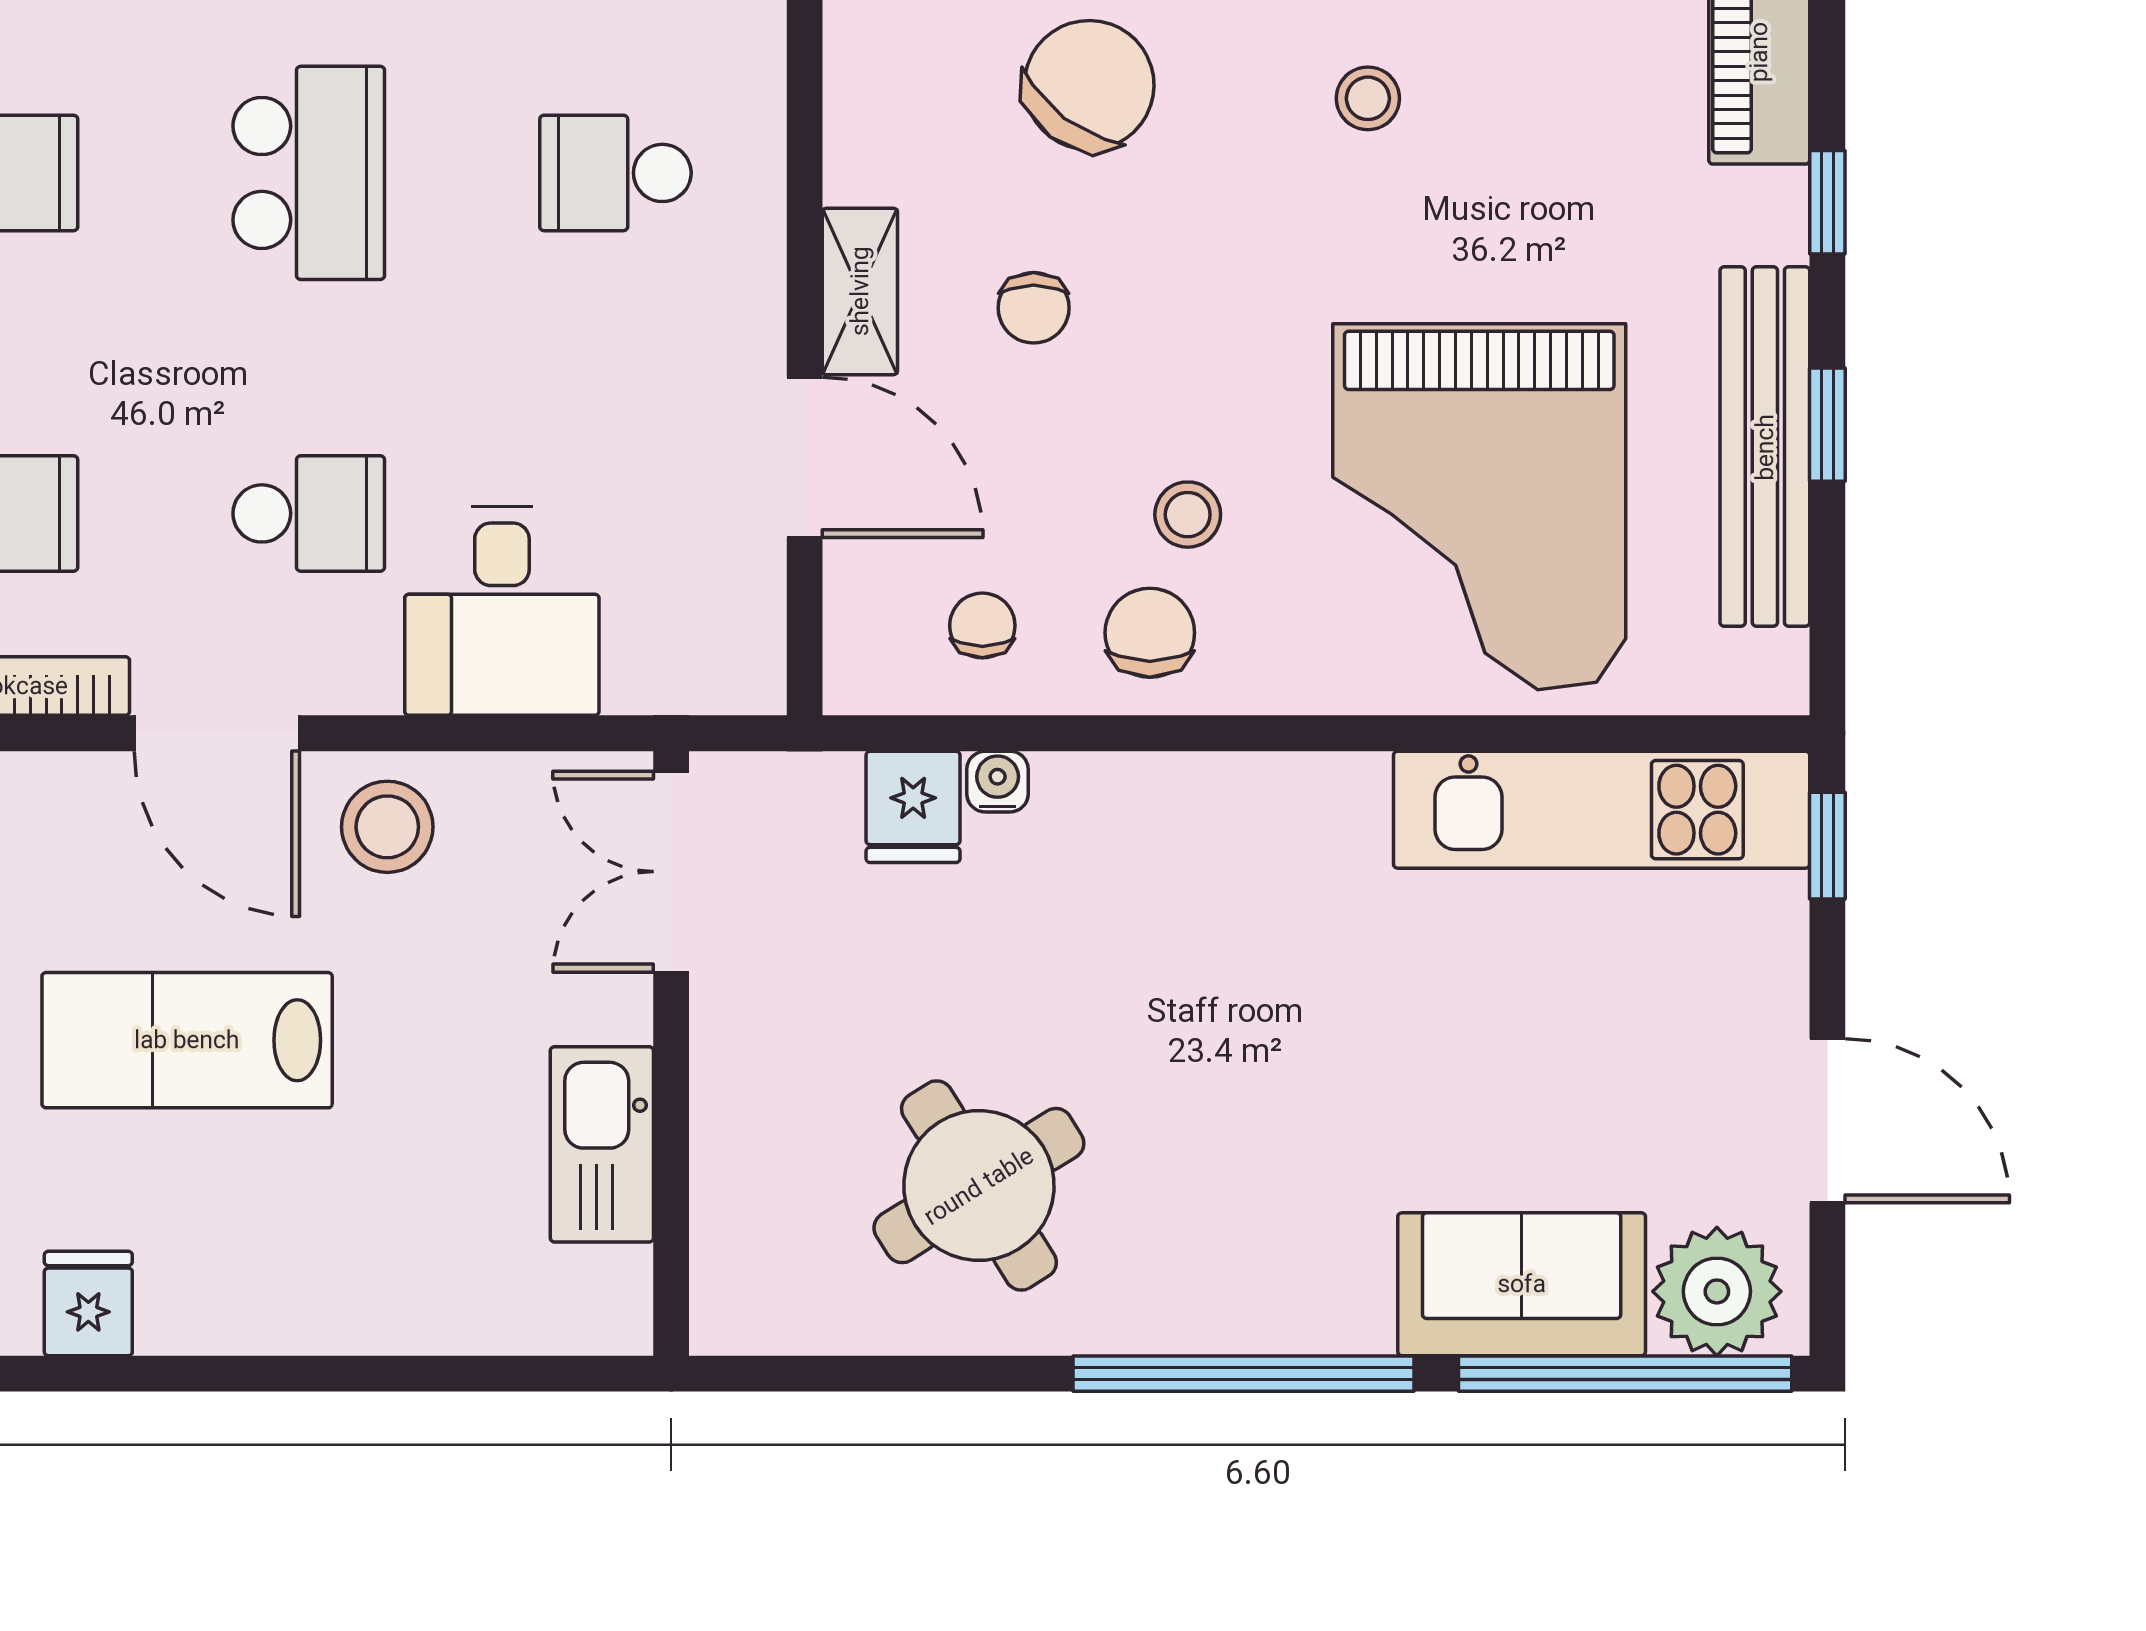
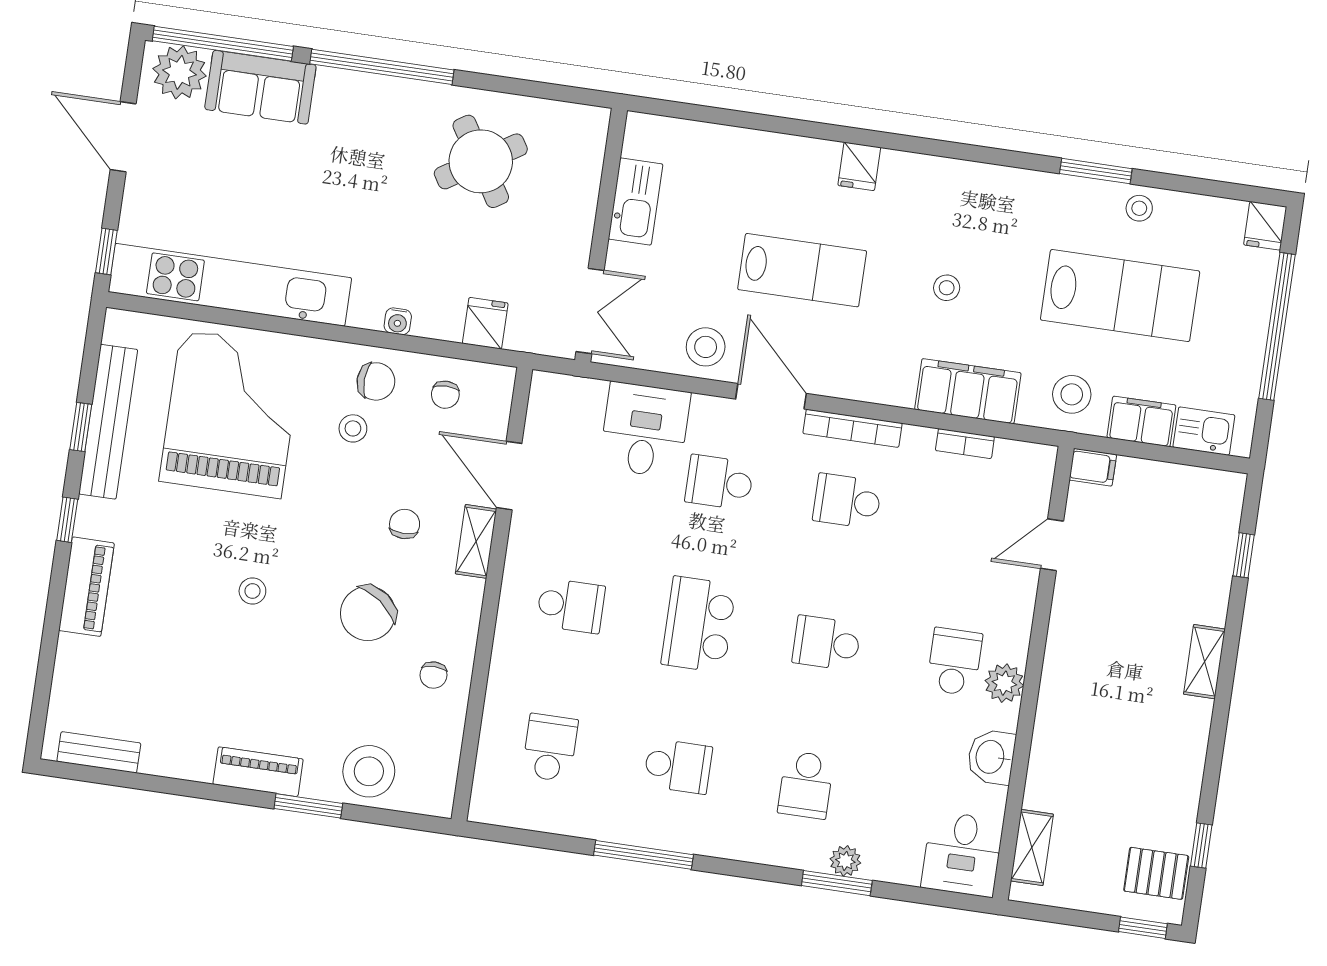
chair: (1150, 633) -> (376, 381), turned -88
water cooler: (998, 782) -> (398, 321), moved
kitchen unit: (1602, 810) -> (230, 285), width x1.36

